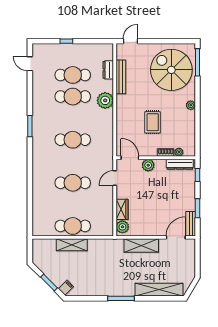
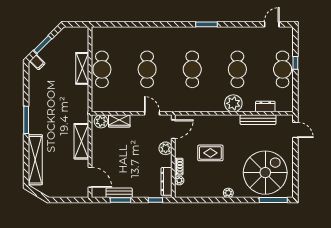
cafe table: (73, 75) -> (283, 69), moved
bench: (191, 224) -> (119, 193), moved

